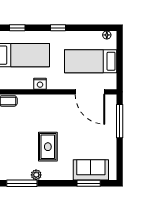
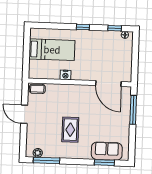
window: (17, 28) -> (115, 28), moved
bed: (91, 61) -> (110, 57), removed
plant: (36, 175) -> (38, 153), moved

